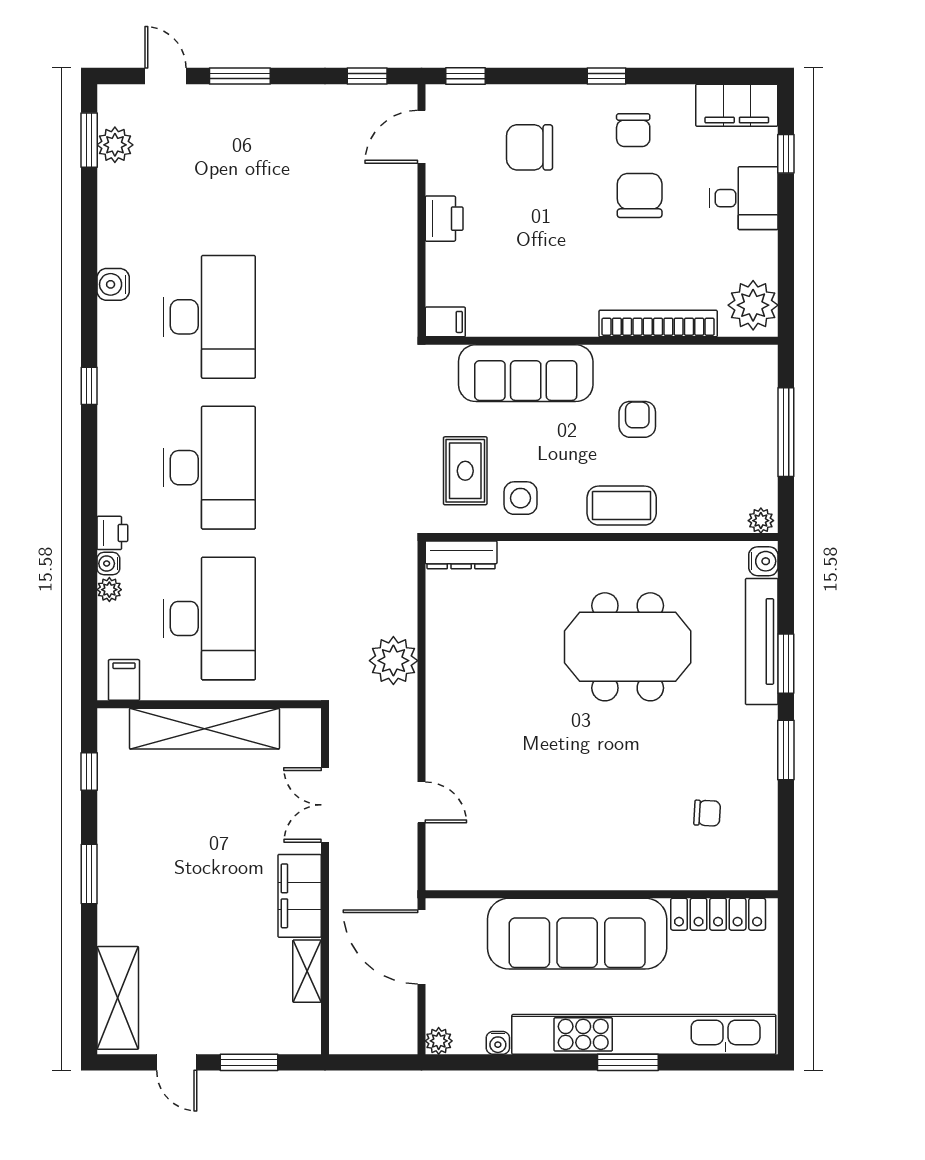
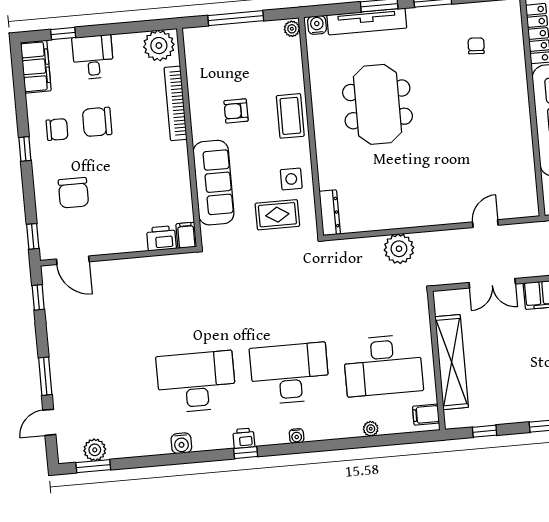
printer: (444, 219) -> (161, 238), moved
printer: (112, 533) -> (244, 438), moved
water cooler: (108, 564) -> (297, 436), moved
desk: (209, 618) -> (383, 365), turned 180

